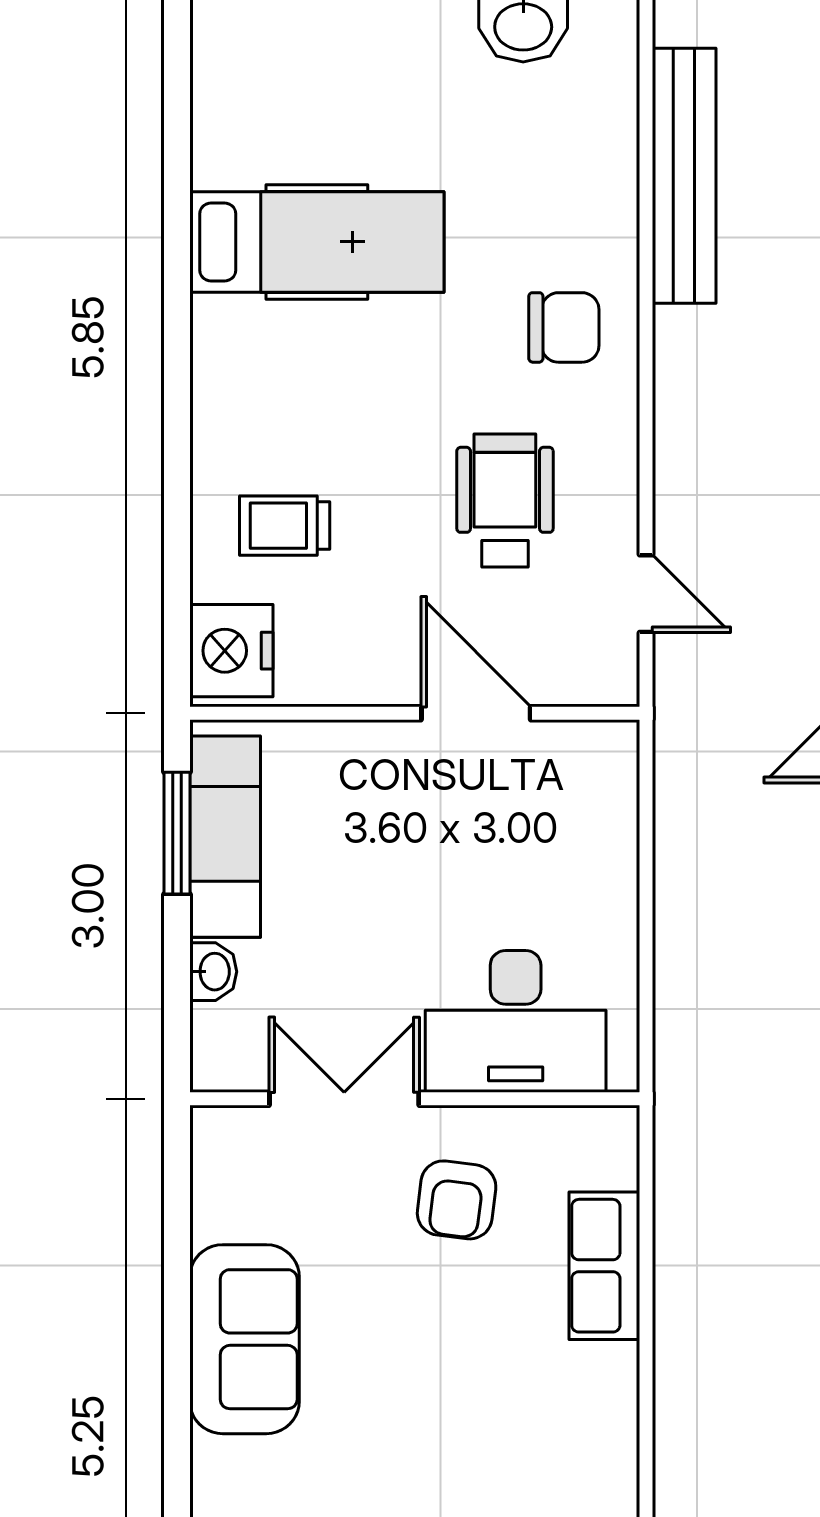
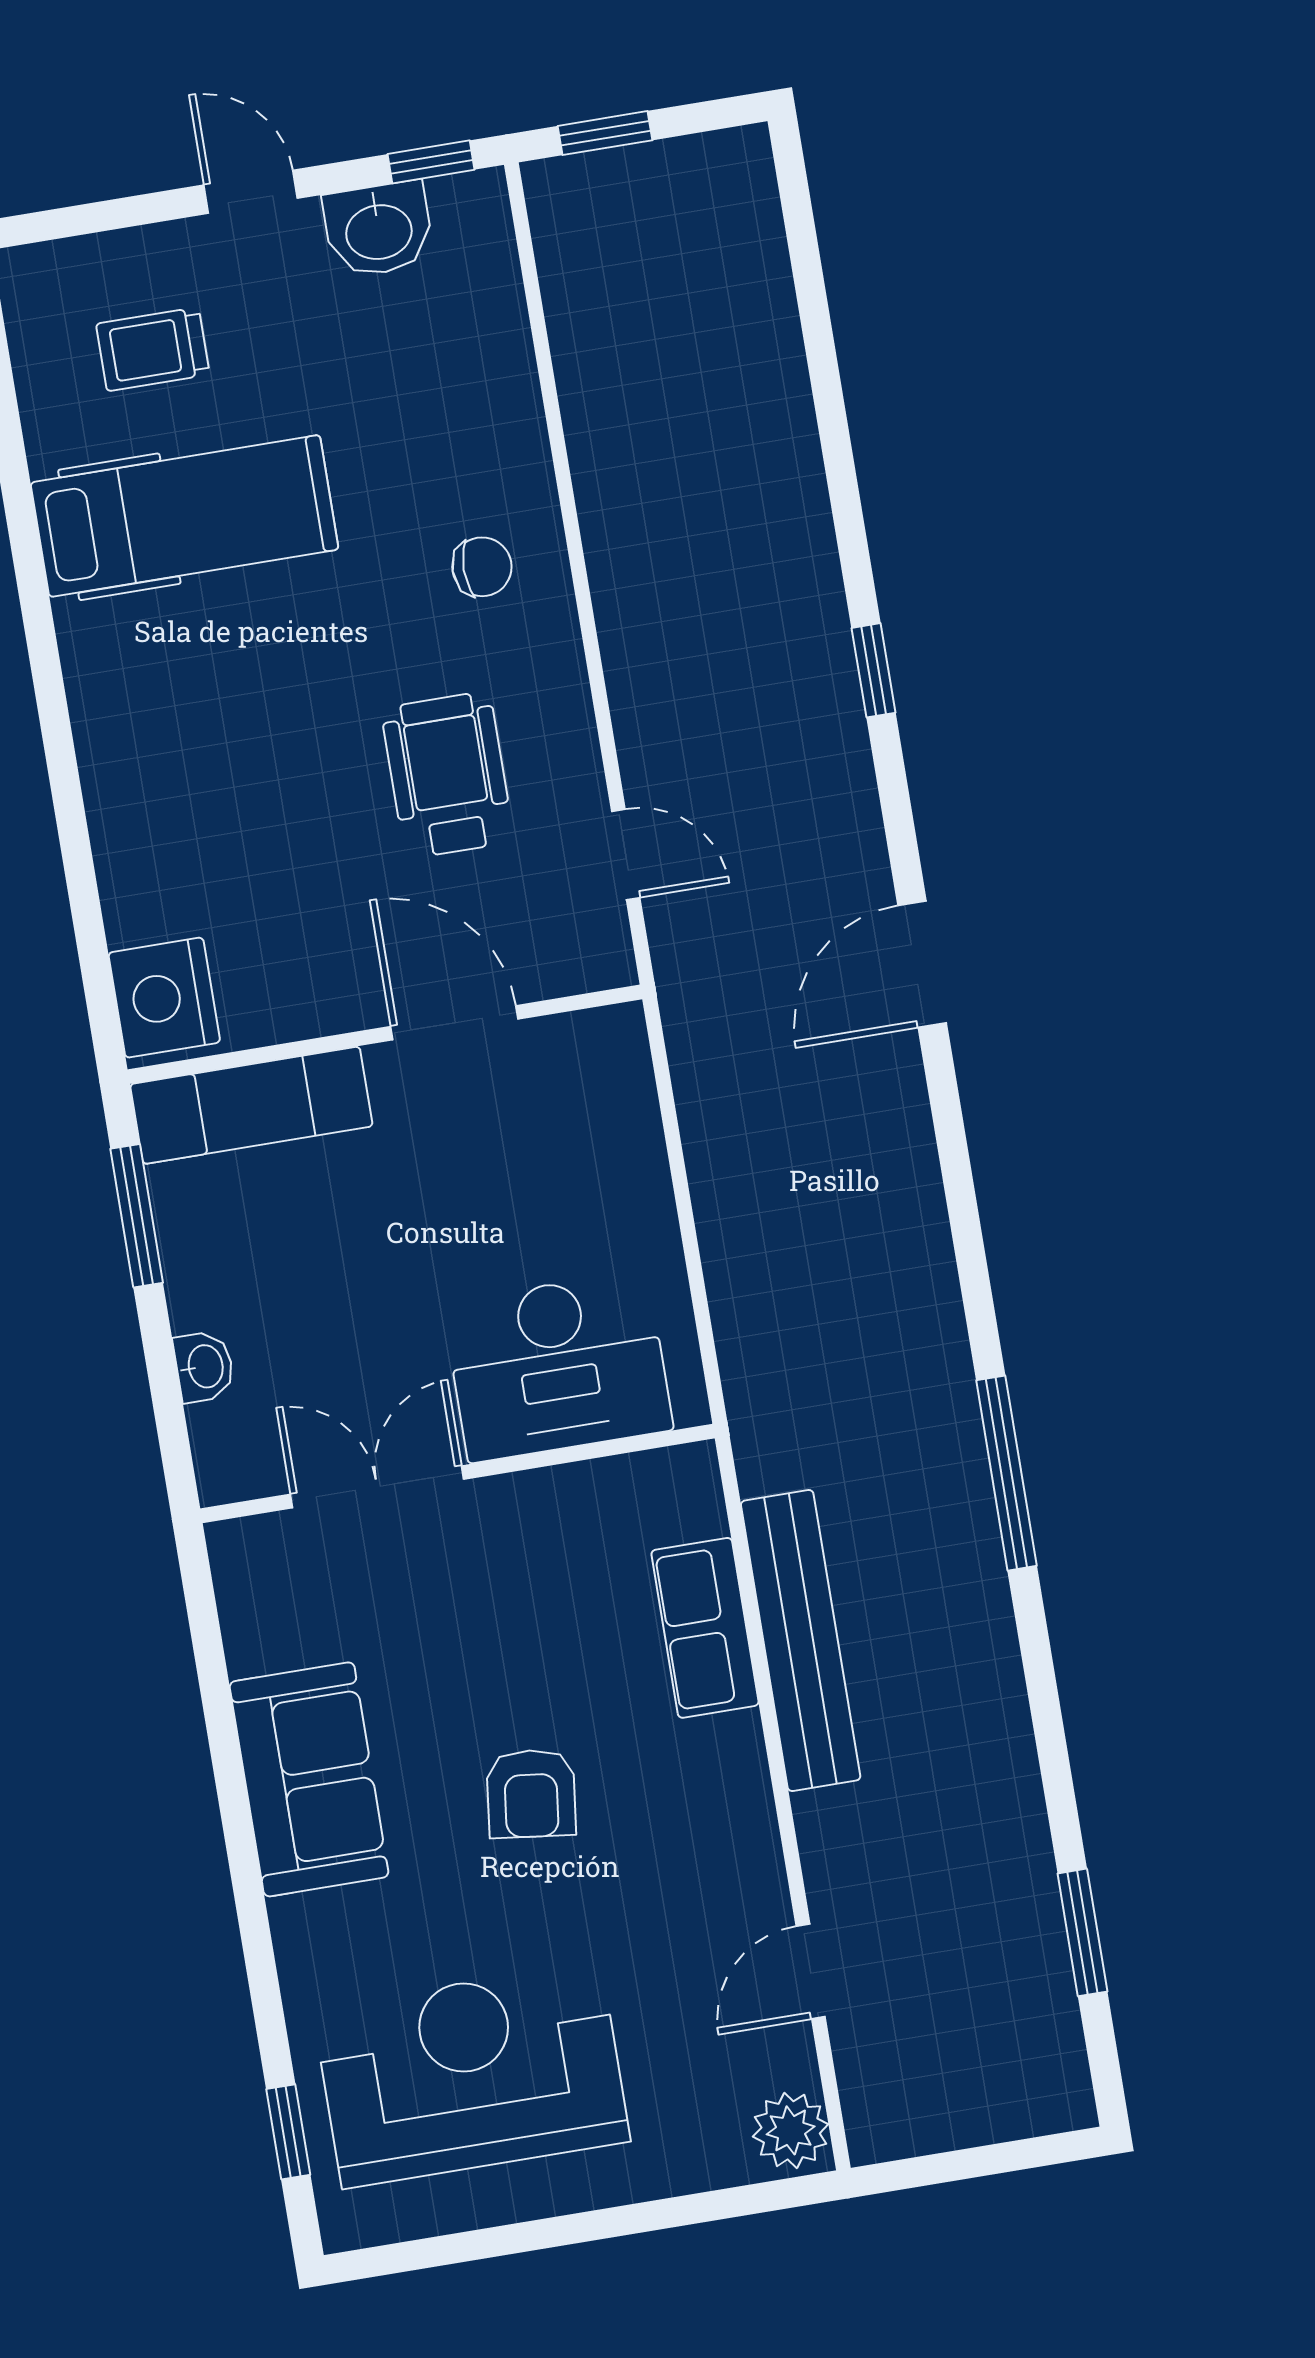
bench: (684, 176) -> (801, 1641), moved
chair: (564, 327) -> (482, 567), width x0.73, depth x0.73
trolley: (285, 526) -> (153, 349), moved
exam couch: (225, 837) -> (251, 1105), moved, turned 90
armchair: (457, 1200) -> (531, 1794), moved

